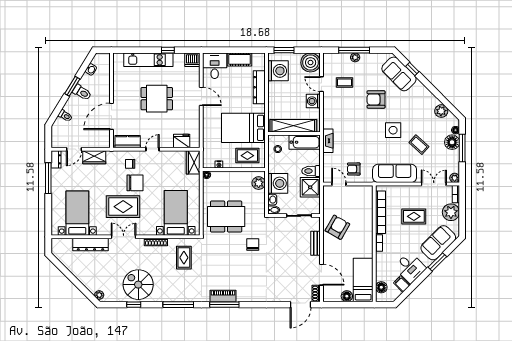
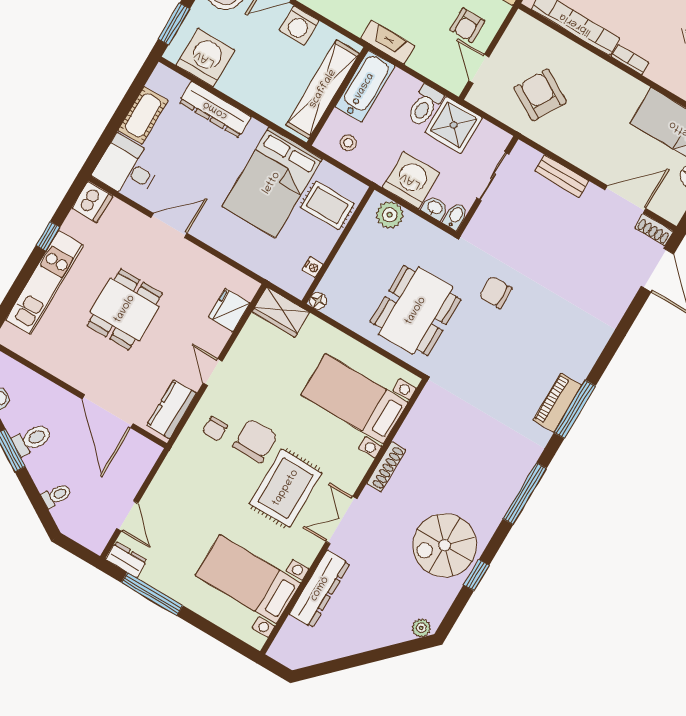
rug: (247, 156) -> (327, 205), turned 90
wardrobe: (94, 157) -> (164, 487), removed
door: (339, 184) -> (479, 69), hinge flipped
armchair: (337, 227) -> (540, 95), moved
rug: (184, 258) -> (445, 432), removed

